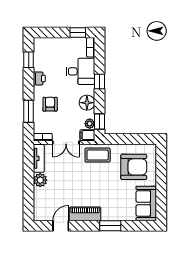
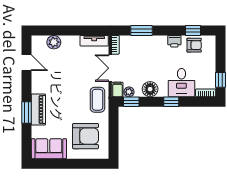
armchair: (50, 104) -> (194, 45), moved
armchair: (134, 167) -> (86, 136), turned -90
plant: (40, 180) -> (54, 42), moved
piano: (85, 214) -> (38, 110), moved

